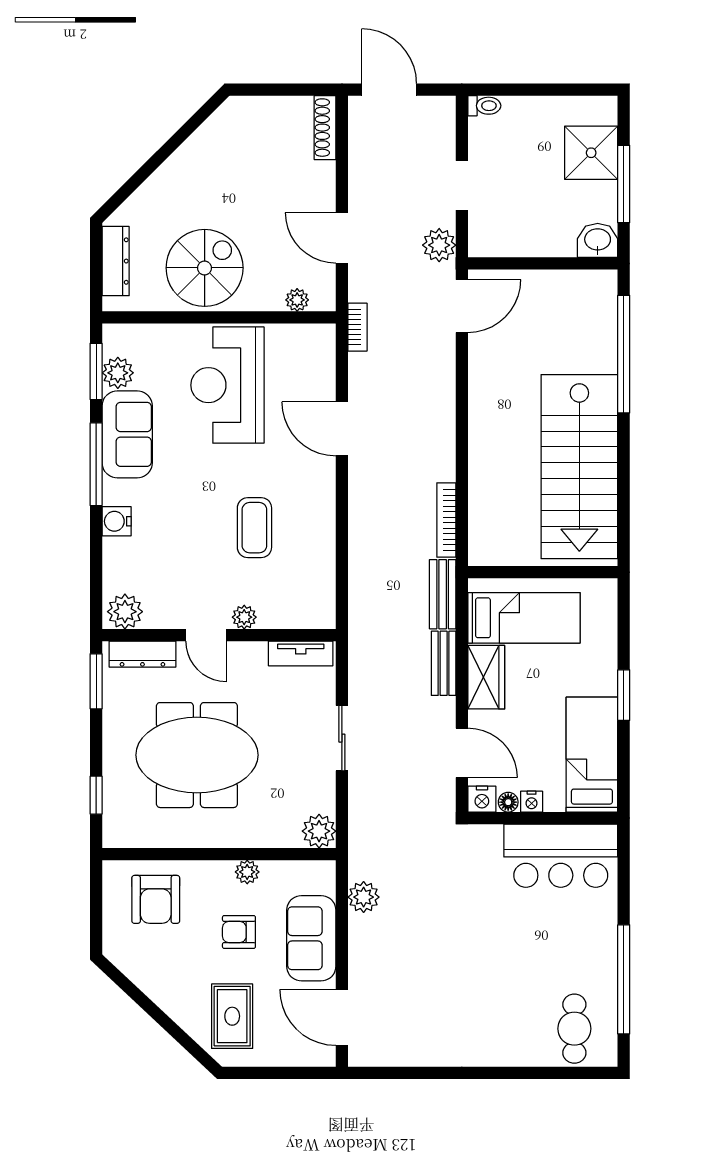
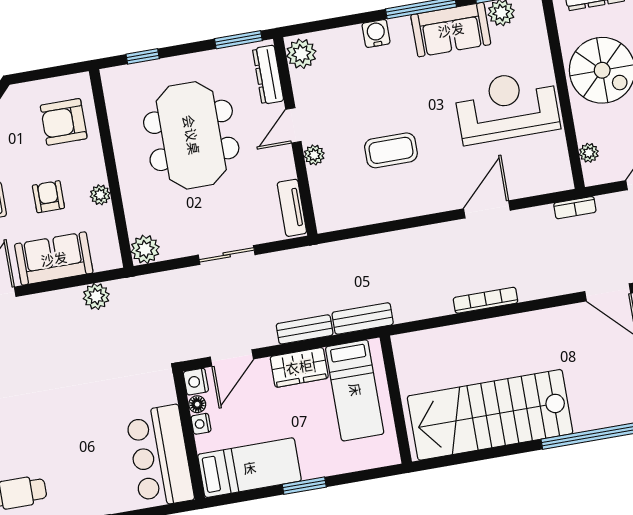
bookcase: (446, 520) -> (486, 300), moved

